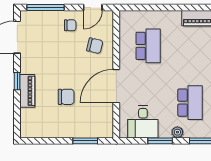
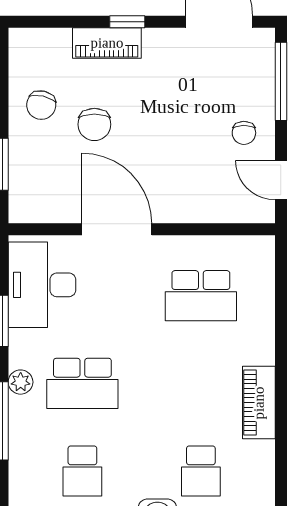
chair: (95, 46) -> (41, 105), moved
desk: (143, 122) -> (42, 285), width x1.37
plant: (177, 132) -> (21, 382), moved

